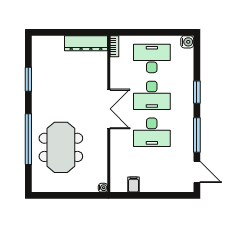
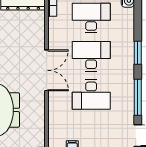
desk: (152, 95) -> (91, 56), turned 180

